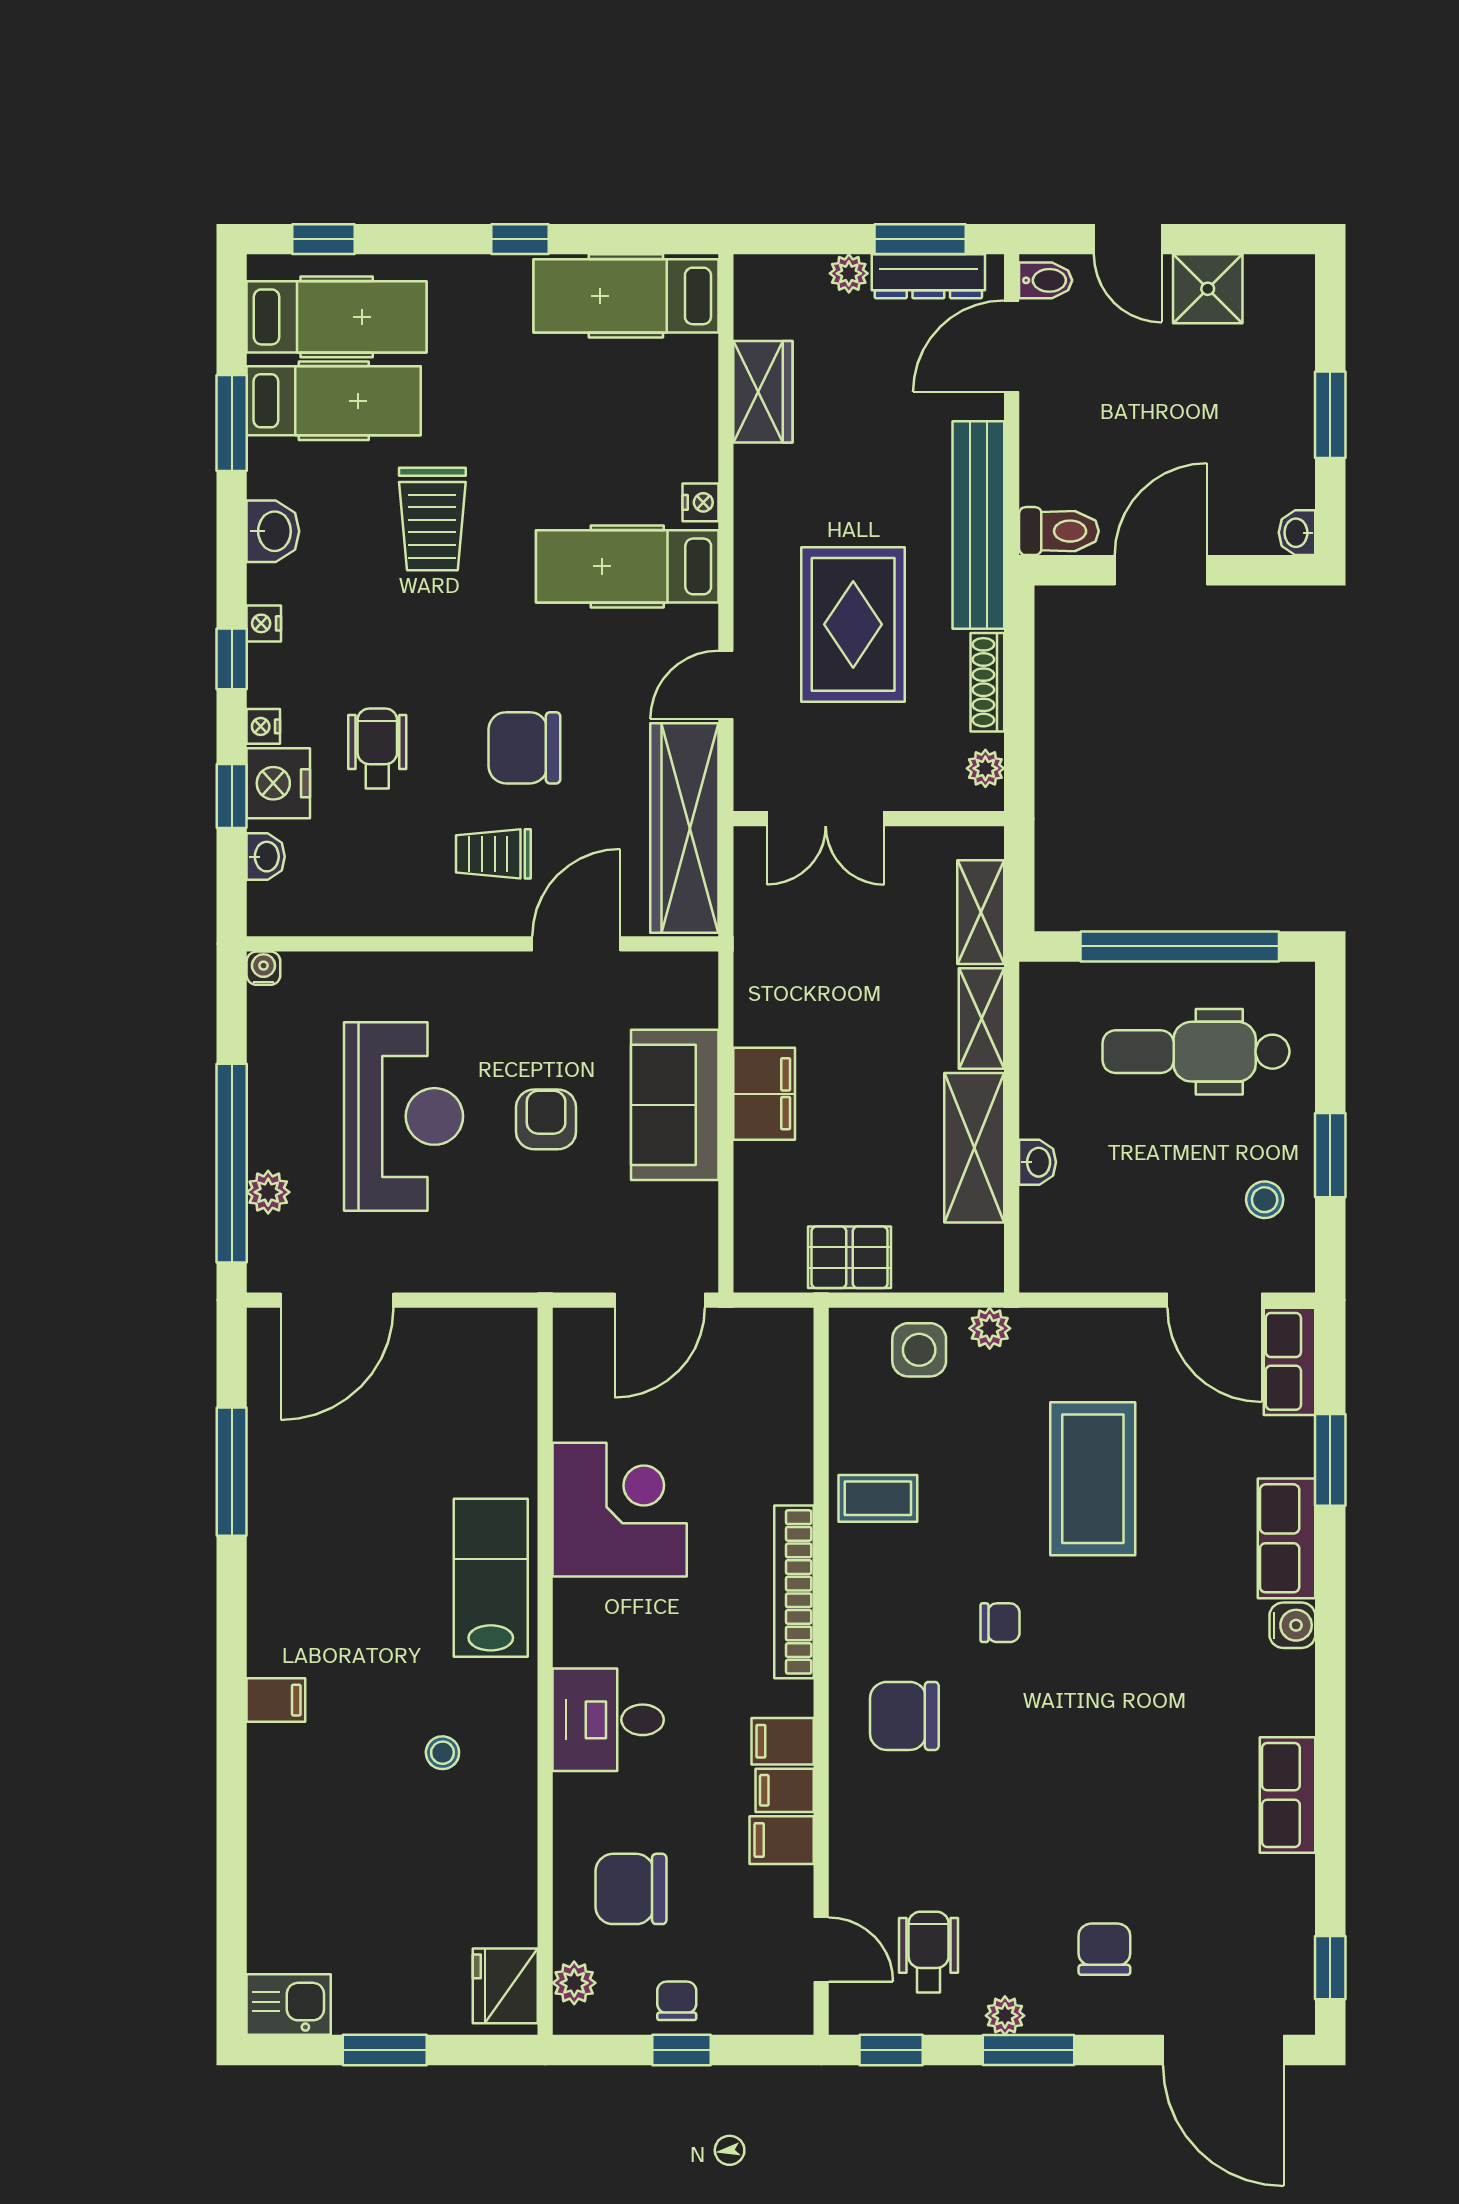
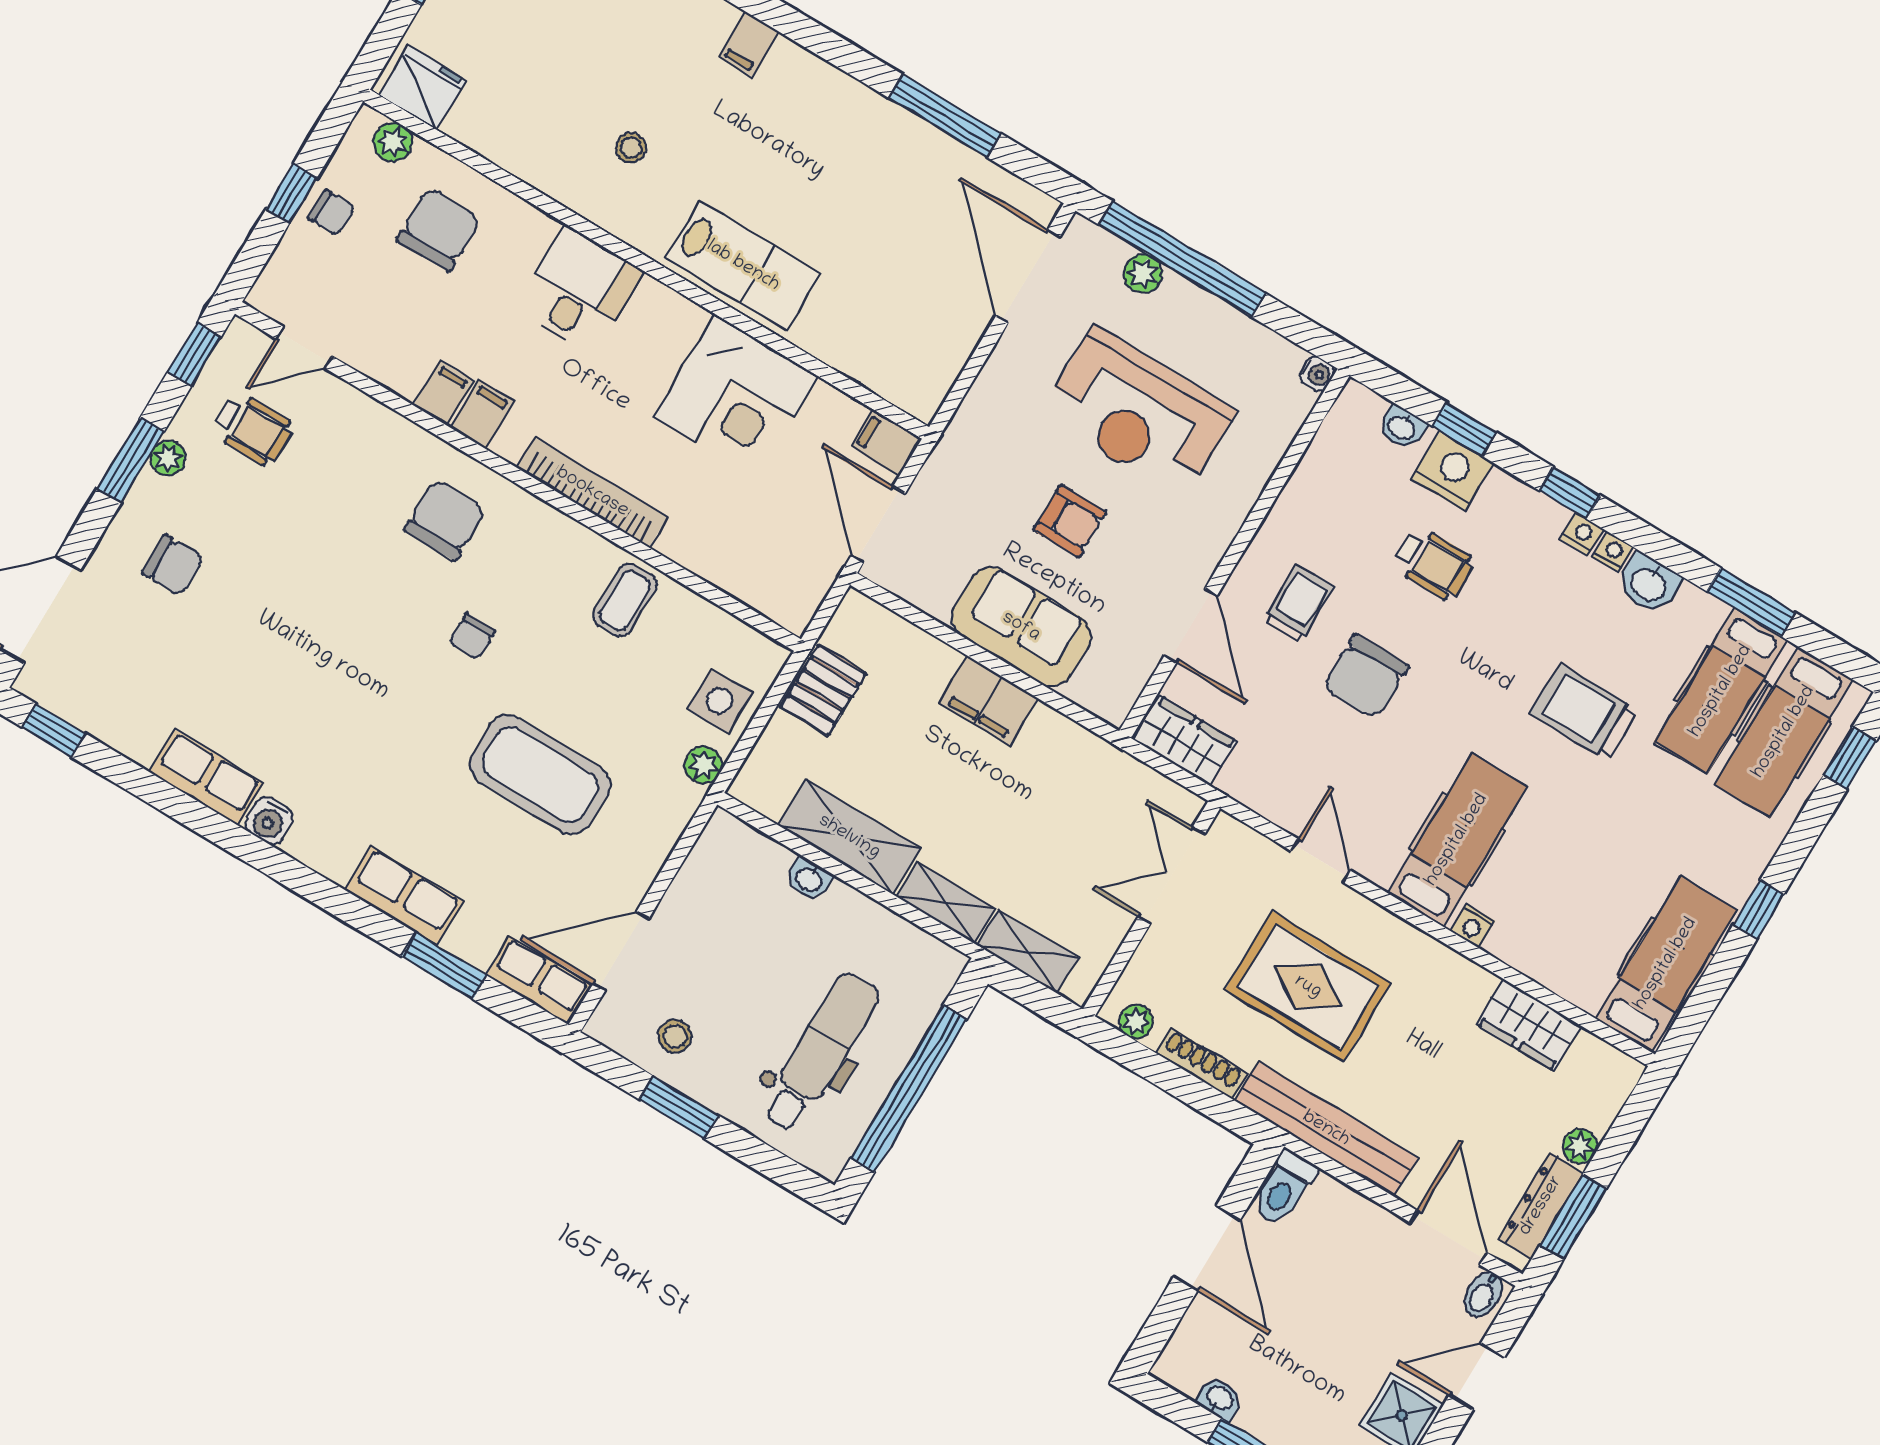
washbasin: (1297, 533) -> (1220, 1399), moved
nightstand: (263, 726) -> (1613, 552), moved
chair: (524, 748) -> (1366, 677), turned 180
wardrobe: (684, 828) -> (1185, 741), width x0.48, depth x0.85
water cooler: (1292, 1625) -> (269, 821), moved
filing cabinet: (782, 1840) -> (886, 442), moved, turned -90

